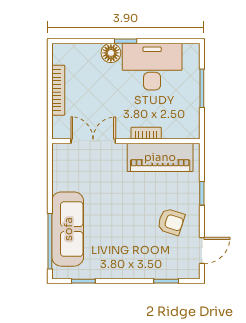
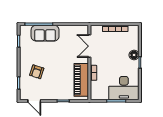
desk: (152, 67) -> (124, 88), moved, turned 90
double door: (93, 141) -> (89, 46), swing flipped
armchair: (171, 222) -> (37, 72), moved
sofa: (68, 229) -> (45, 33), width x0.73

